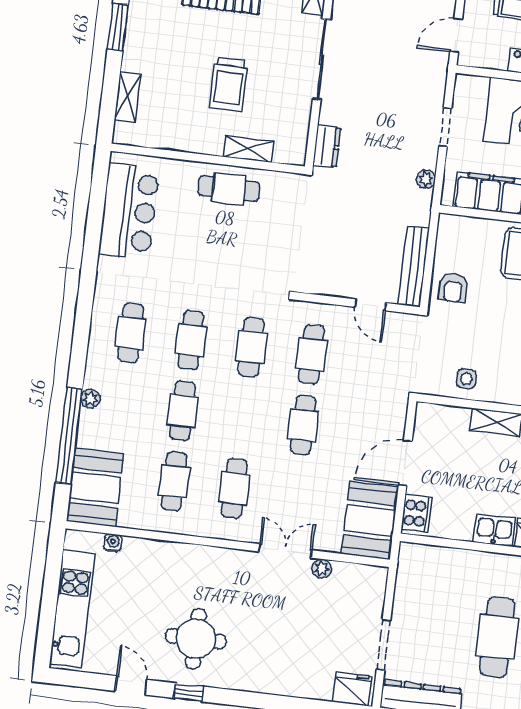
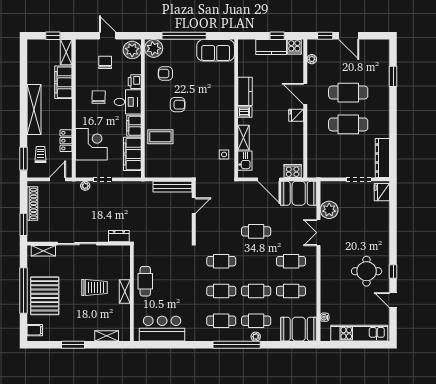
door: (456, 35) -> (57, 179), swing flipped
shelving: (248, 149) -> (125, 291), moved
plant: (426, 179) -> (85, 186), moved
armchair: (453, 288) -> (181, 166), removed
cafe table: (311, 354) -> (256, 321), moved
window: (69, 436) -> (237, 345), moved
kitchen sink: (494, 530) -> (245, 161), moved, turned 180
plant: (322, 569) -> (329, 210), width x1.88, depth x1.88
door: (131, 685) -> (393, 300), hinge flipped

